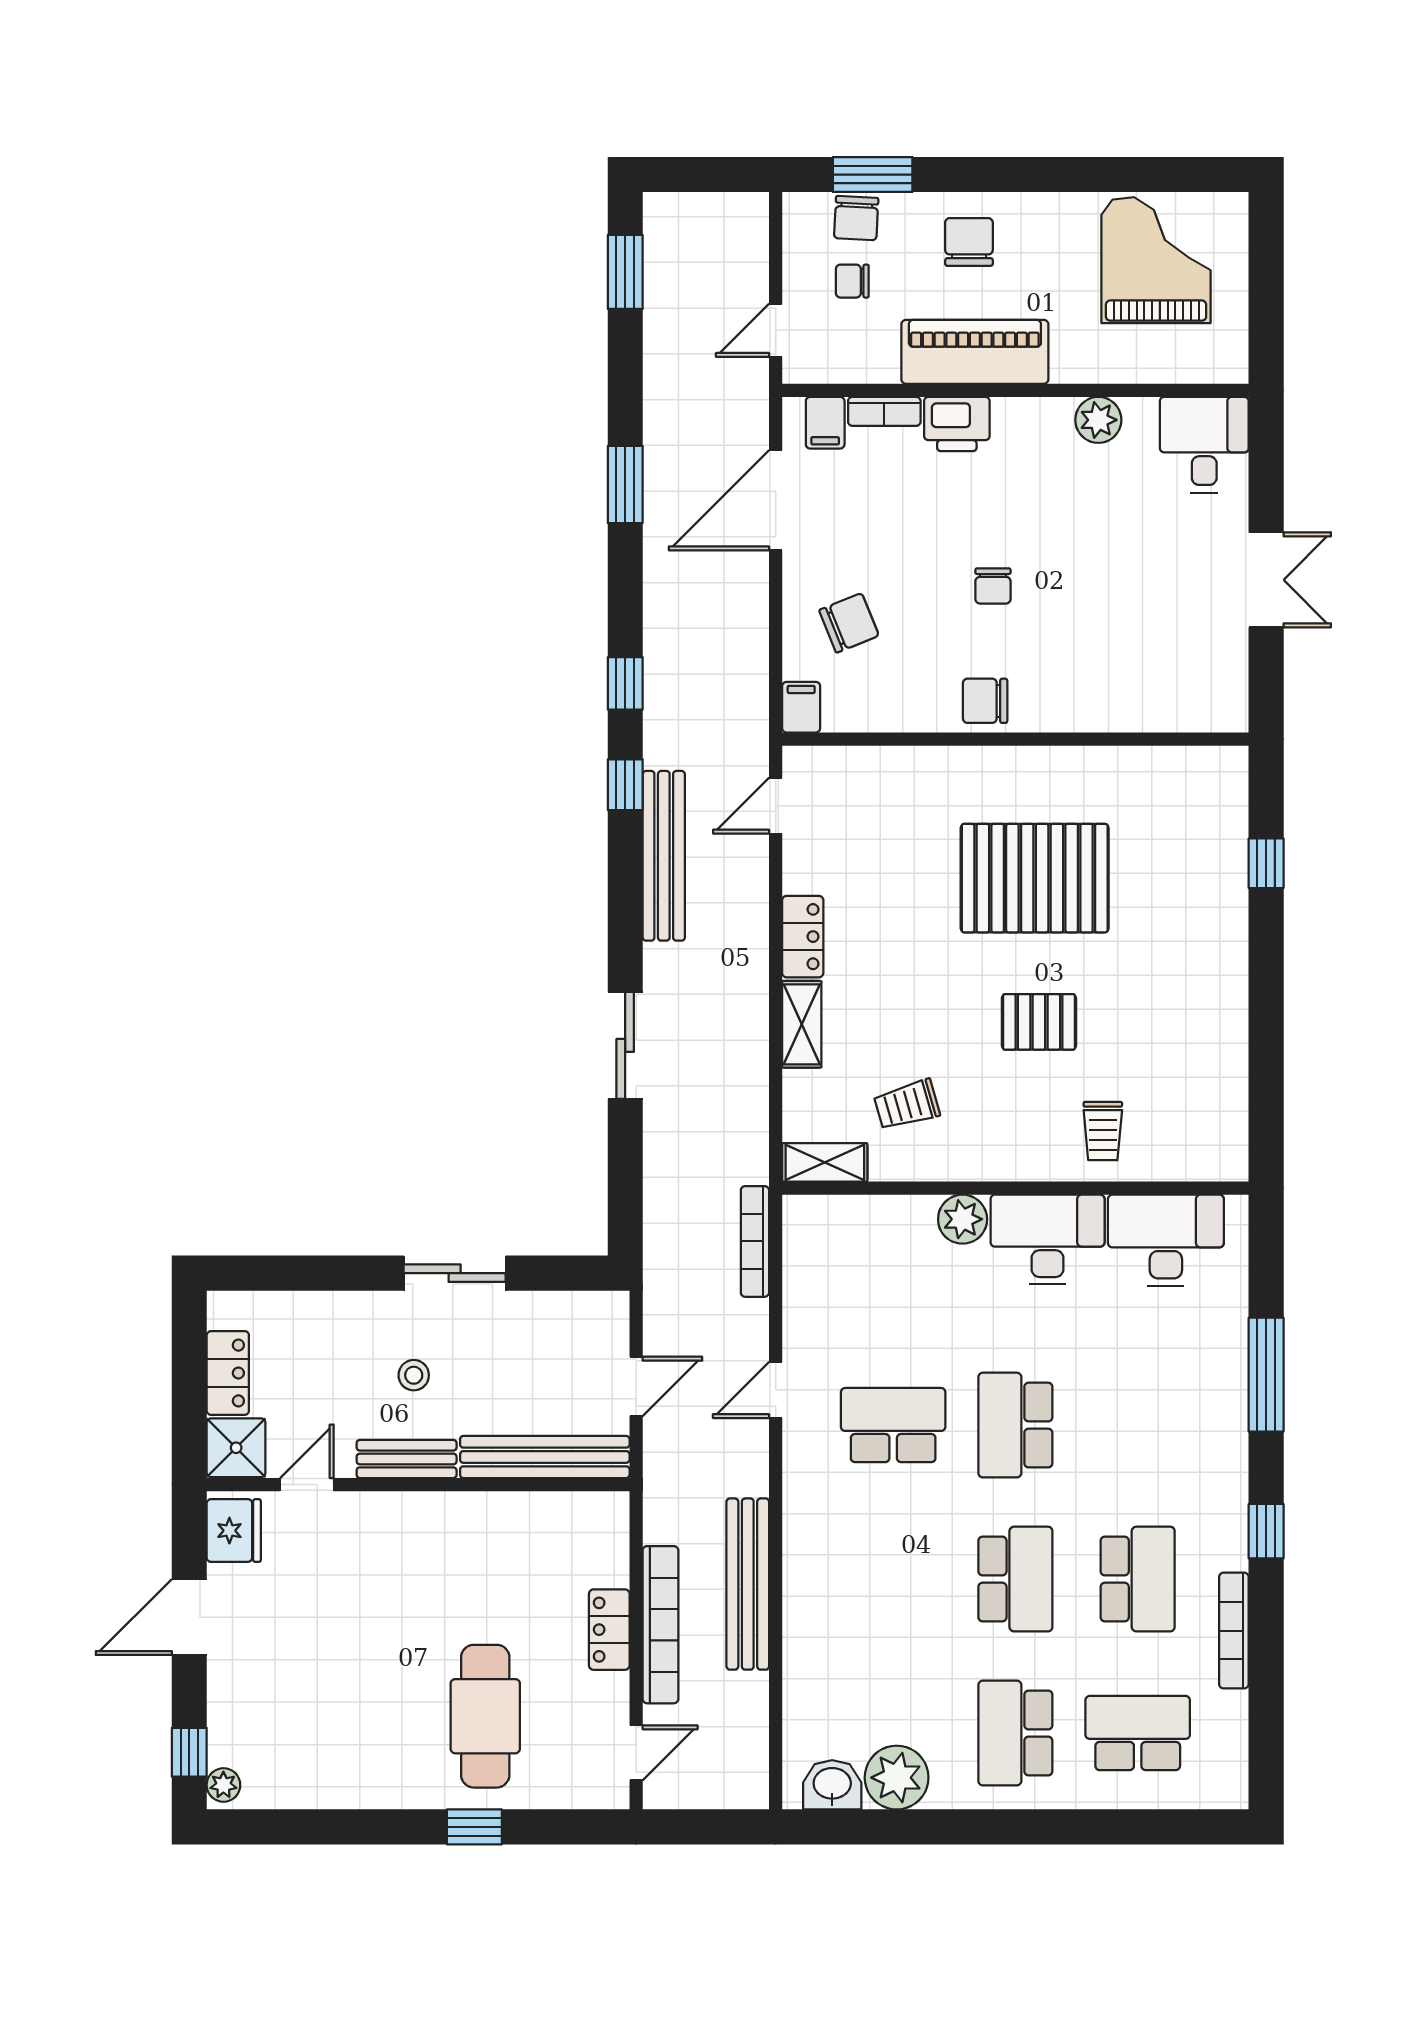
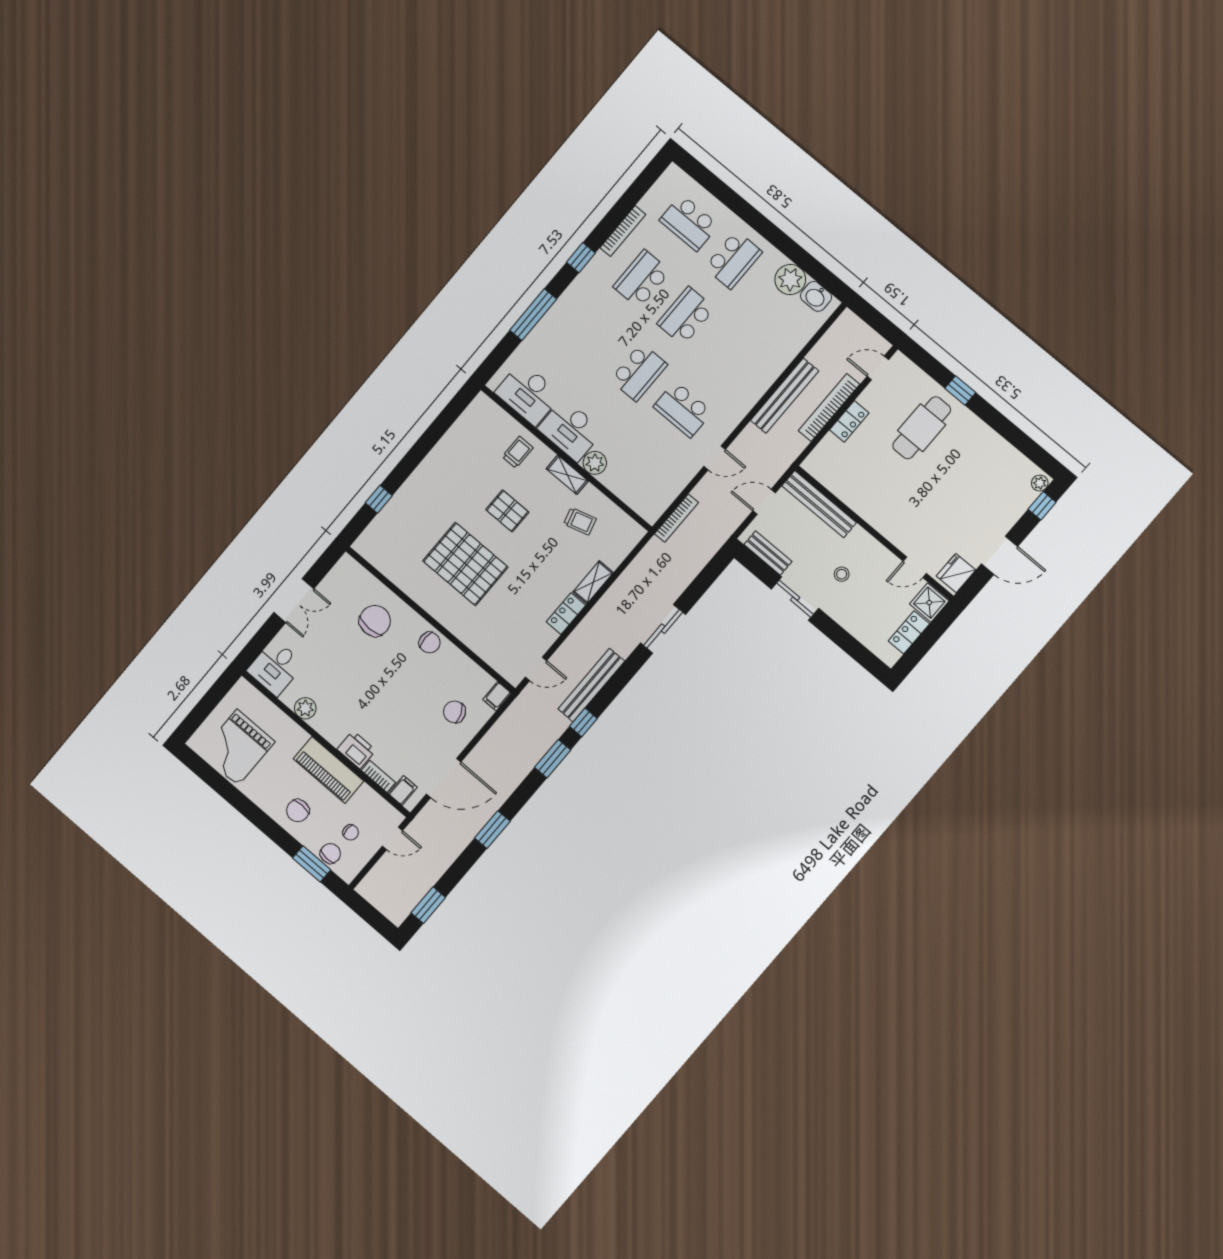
double door: (1266, 580) -> (294, 601), swing flipped
chair: (993, 586) -> (375, 621), moved, width x1.87, depth x1.87
window: (625, 683) -> (553, 759), width x1.50
shelving: (825, 1162) -> (567, 475), moved
bench: (407, 1459) -> (768, 553), moved

